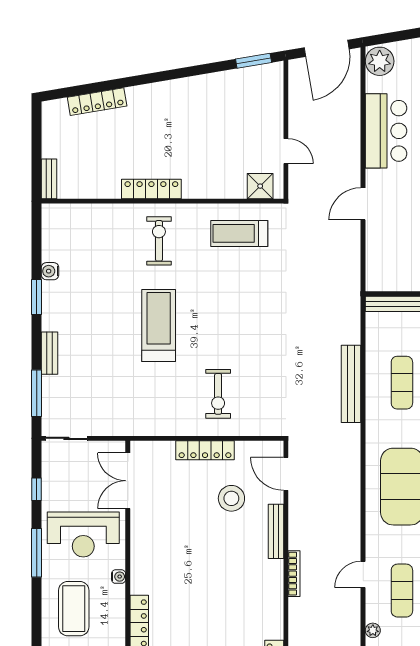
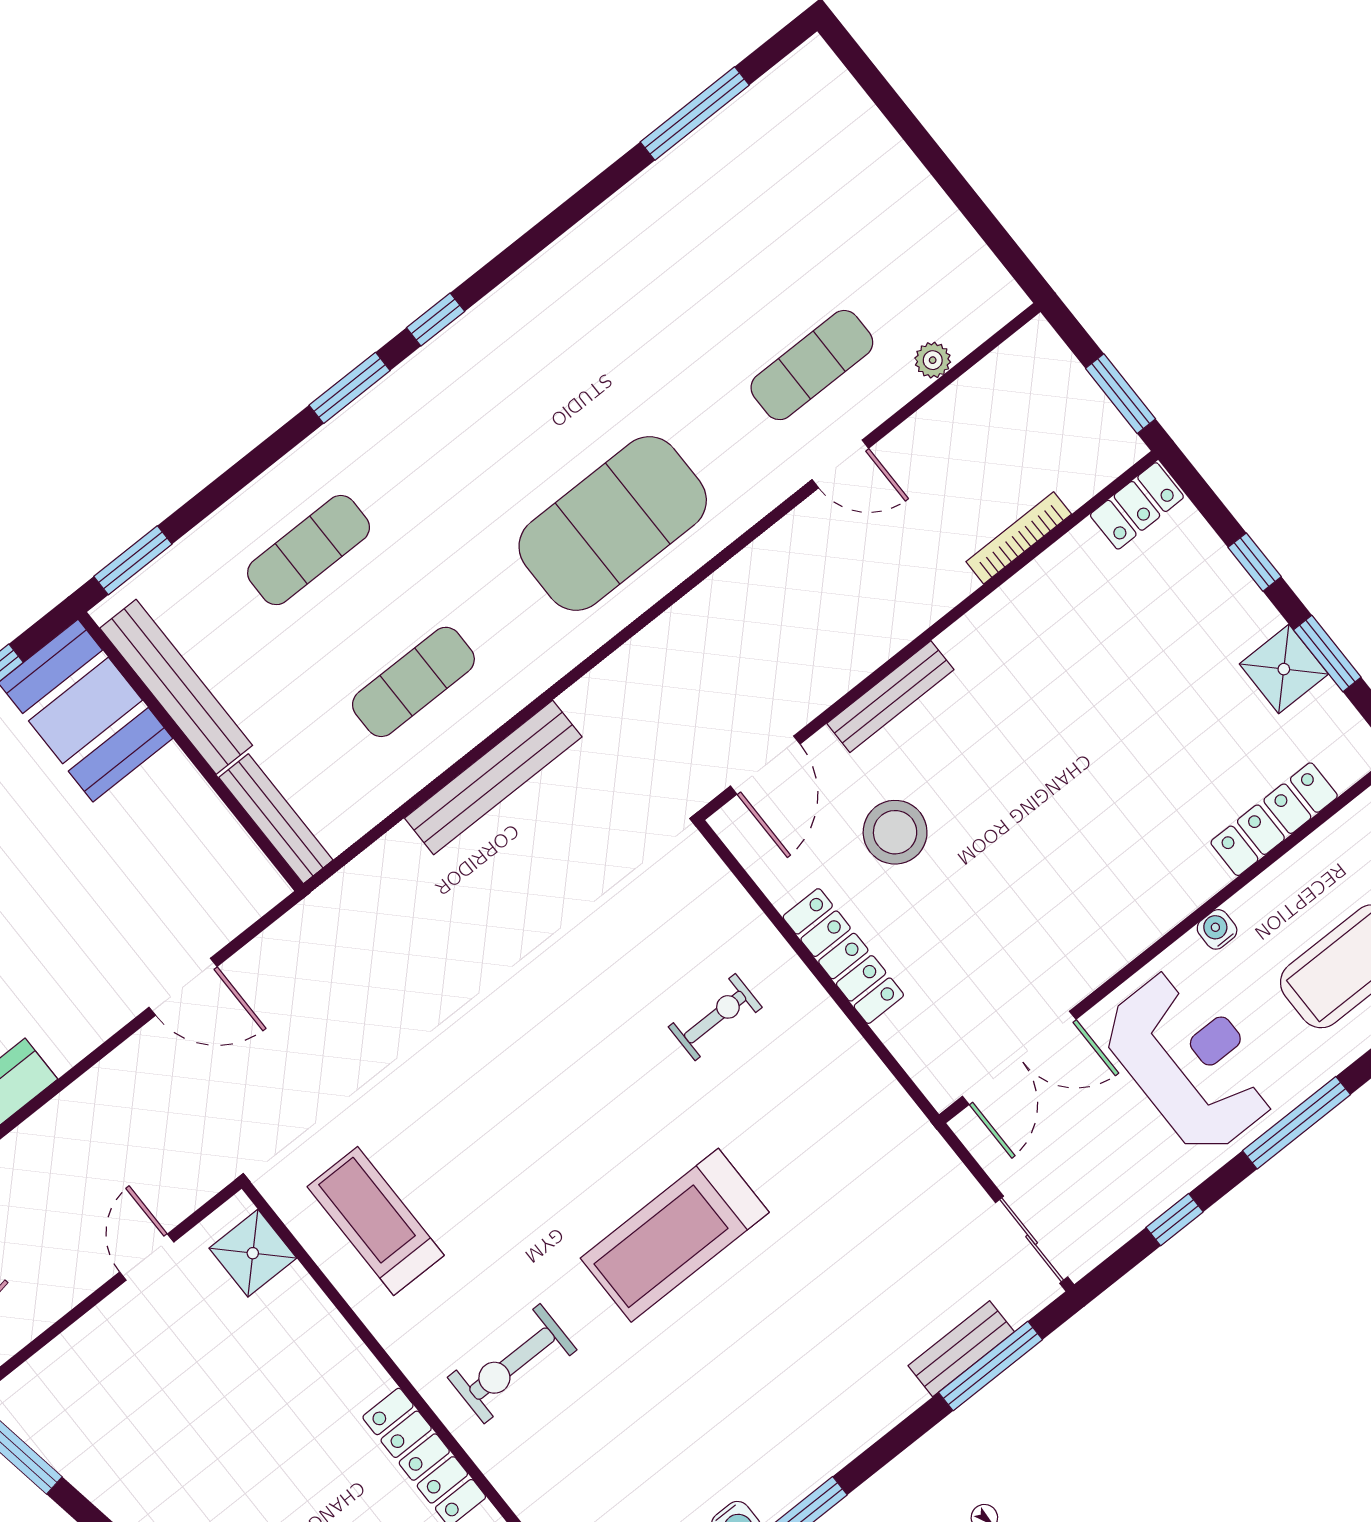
door: (363, 204) -> (183, 987), moved
treadmill: (239, 233) -> (376, 1221), turned 180
bench: (50, 353) -> (961, 1349), moved
exercise bike: (218, 394) -> (715, 1017), width x0.73, depth x0.72
bookcase: (294, 574) -> (1019, 538), moved

